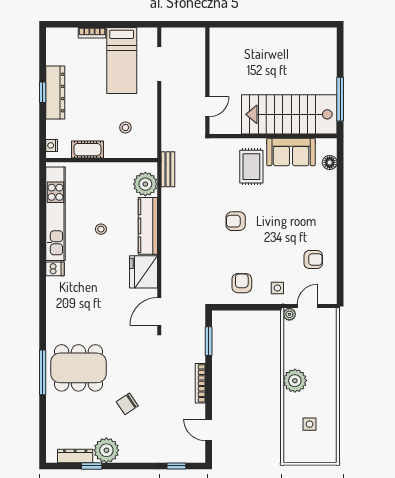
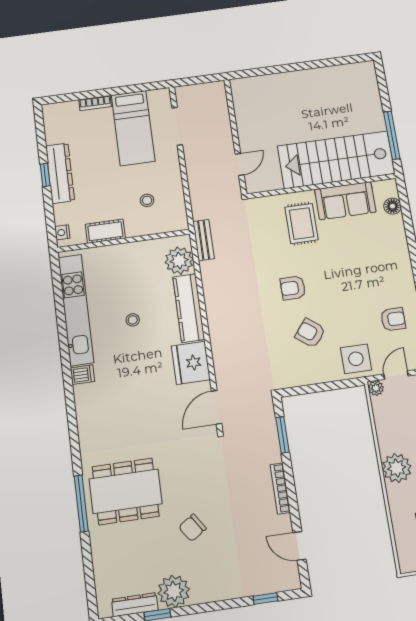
armchair: (242, 283) -> (310, 333), moved, turned -52
side table: (277, 288) -> (356, 359), width x1.87, depth x1.87

